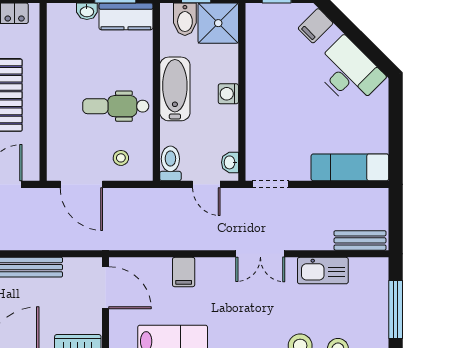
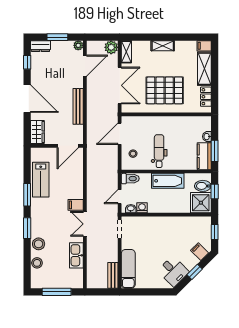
window: (356, 36) -> (195, 272), added
desk: (349, 72) -> (173, 271), width x0.73
washing machine: (228, 94) -> (142, 208), moved
bench: (360, 240) -> (113, 275), moved
filing cabinet: (184, 272) -> (76, 205), moved

